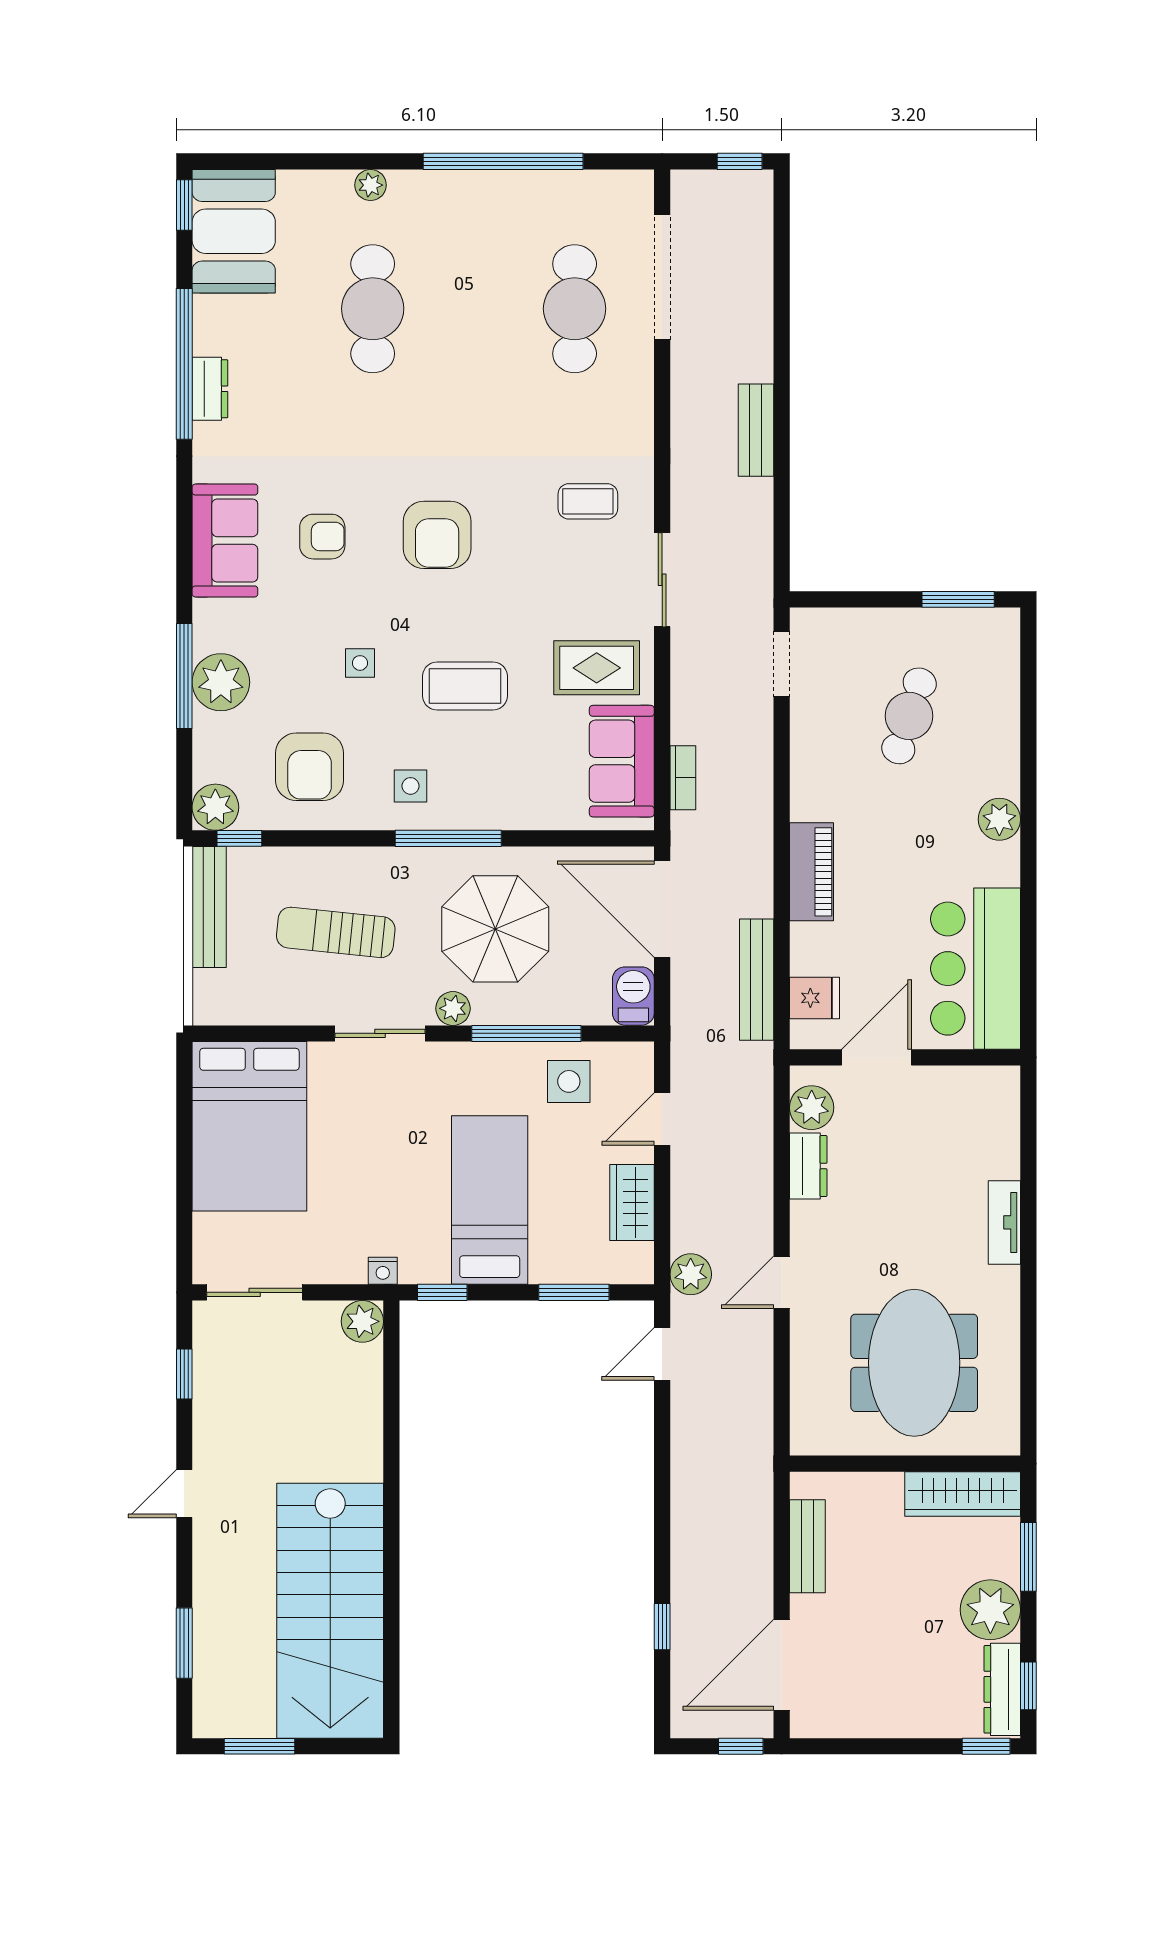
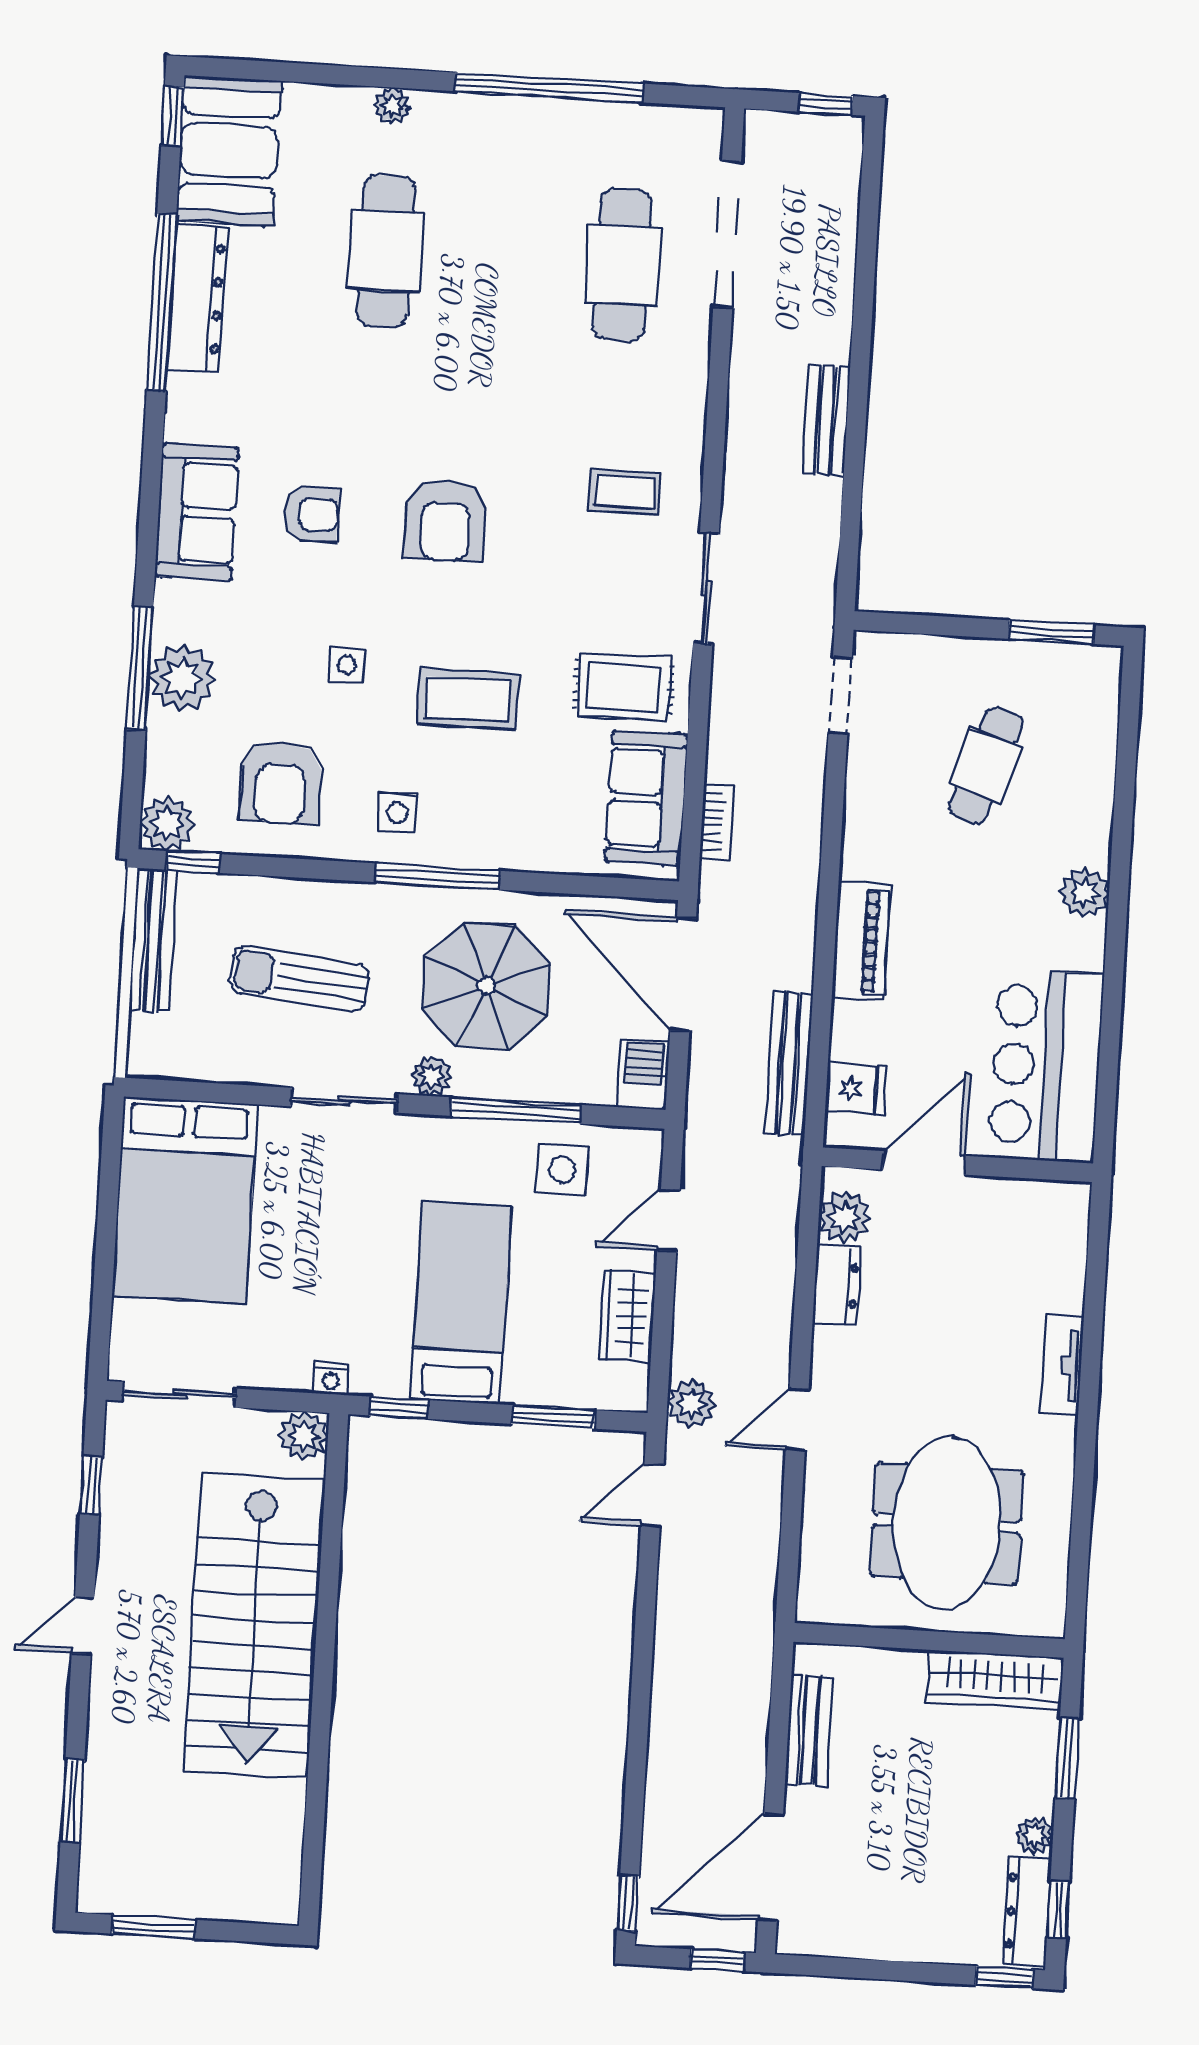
dresser: (210, 389) -> (197, 298), width x1.96, depth x1.24
plant: (990, 1610) -> (1034, 1835), width x0.53, depth x0.53
stairs: (330, 1611) -> (254, 1625), moved
window: (662, 1627) -> (628, 1903), moved

